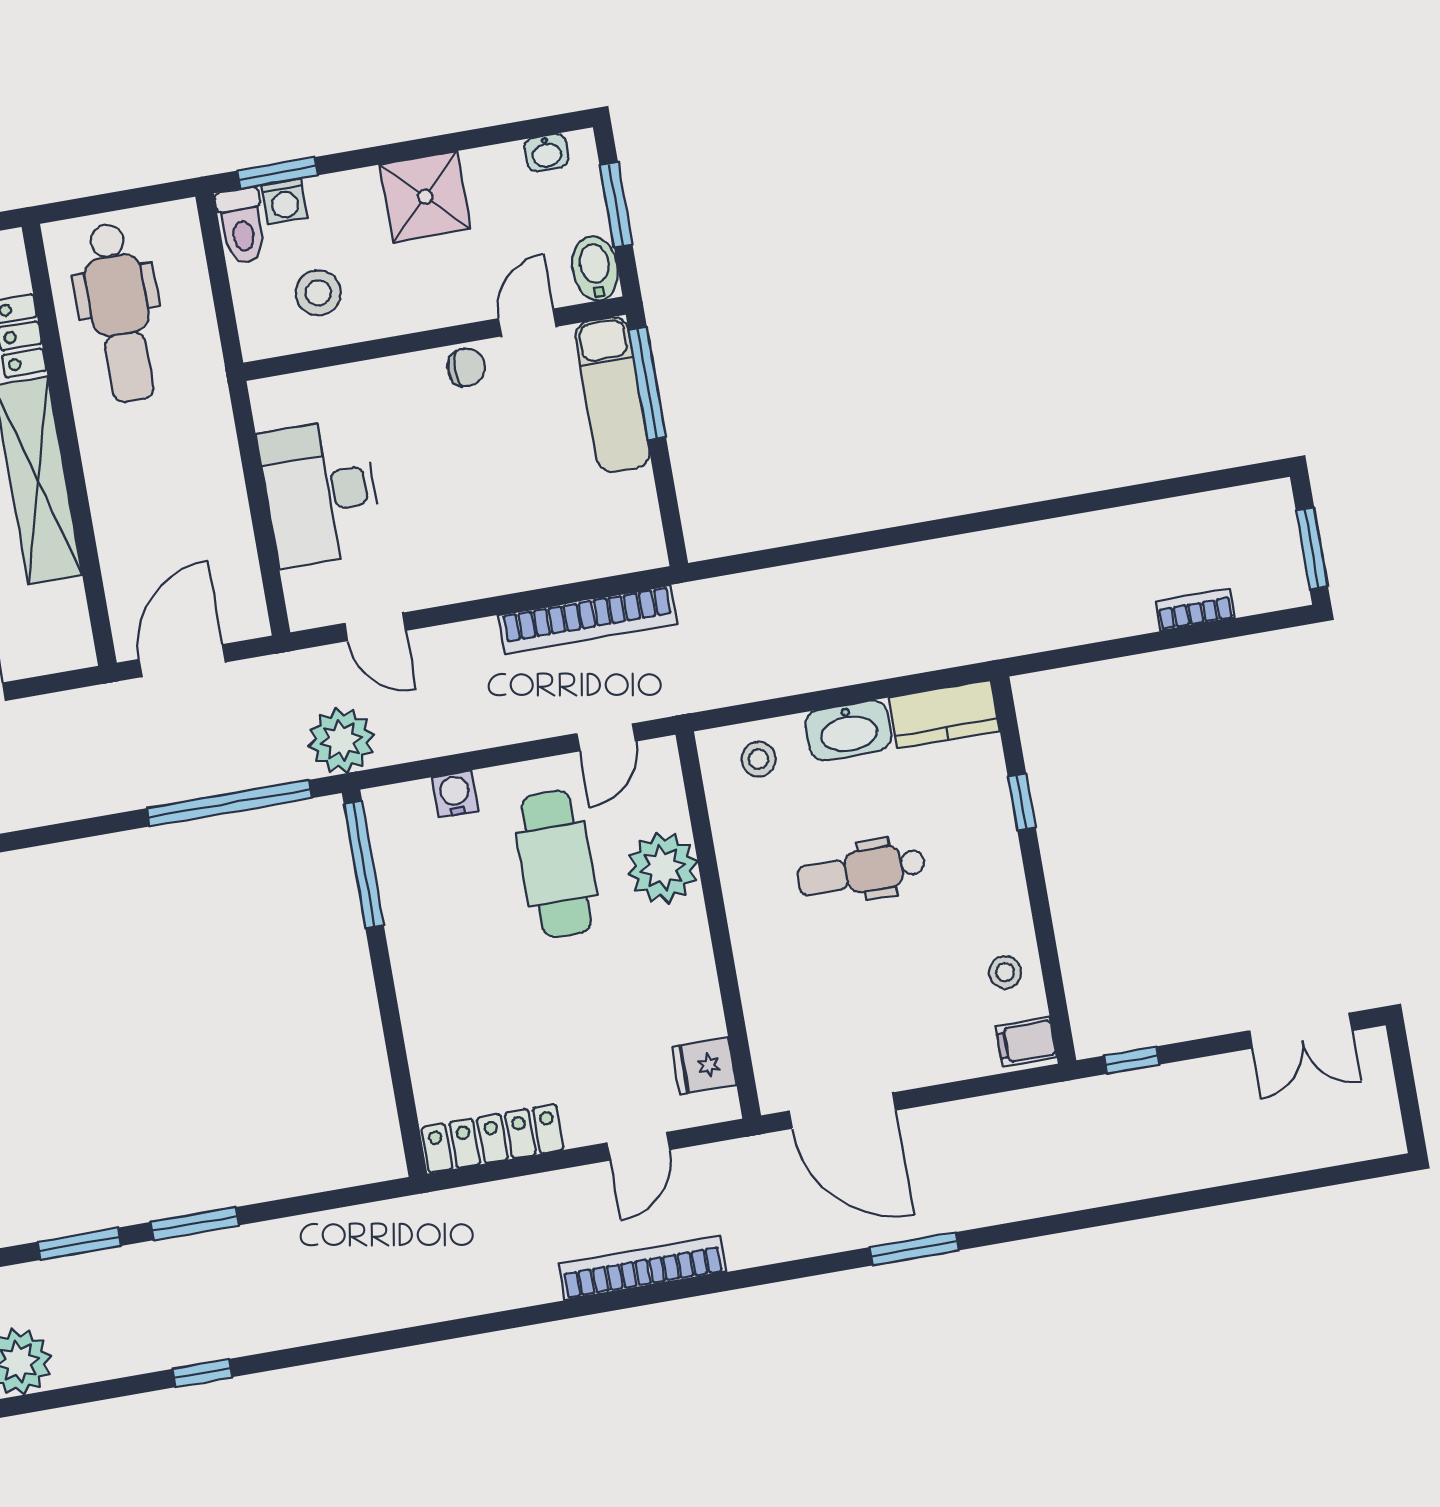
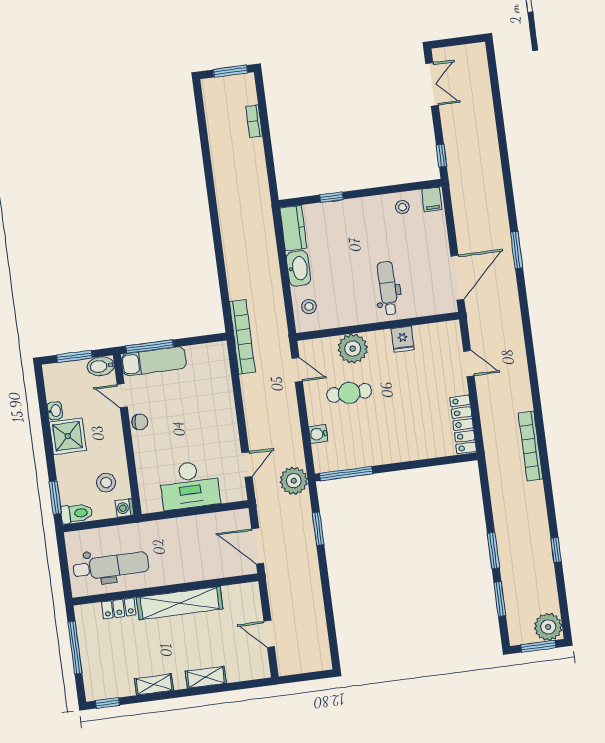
washbasin: (546, 153) -> (55, 411), moved
washing machine: (284, 202) -> (125, 508), moved, turned 180
chair: (466, 367) -> (140, 422), turned 96
bookcase: (588, 619) -> (242, 337), moved
window: (229, 803) -> (318, 529), width x0.47
cafe table: (556, 864) -> (349, 393), width x0.73, depth x0.74
dental chair: (861, 871) -> (388, 288), moved, turned 180
fridge: (704, 1066) -> (403, 339), moved
bookcase: (642, 1268) -> (531, 446), moved

